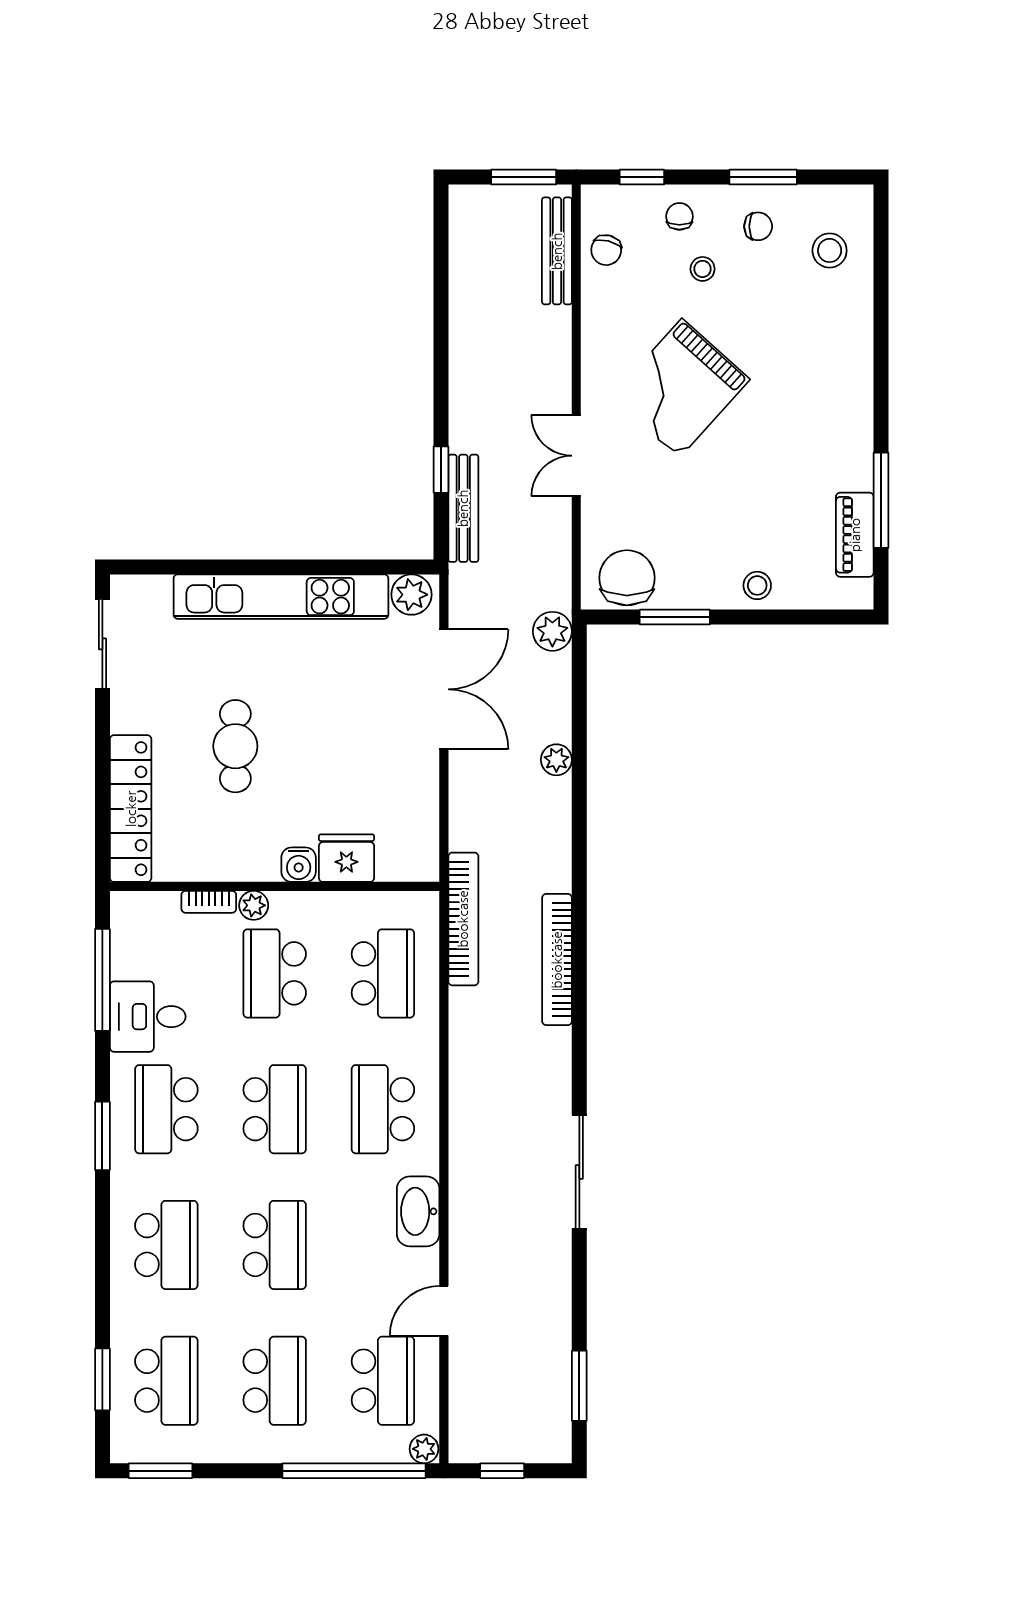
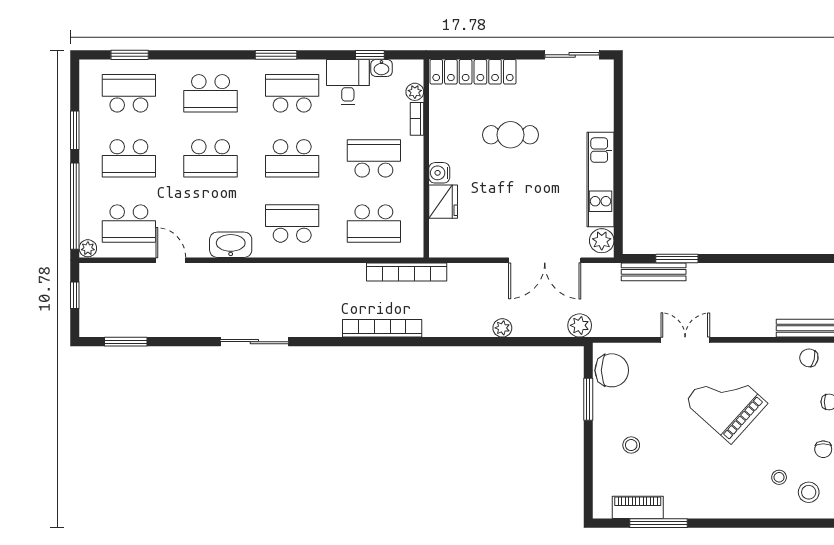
stool: (703, 269) -> (779, 477), moved
window: (441, 470) -> (677, 258), width x1.50
stool: (757, 585) -> (631, 445), moved
kitchen unit: (281, 597) -> (601, 179), width x0.73
plant: (254, 905) -> (415, 92), moved
washbasin: (124, 961) -> (381, 68), added
window: (102, 980) -> (370, 55), width x0.46
school desk: (166, 1381) -> (129, 93), turned 180
window: (160, 1471) -> (75, 130), moved

